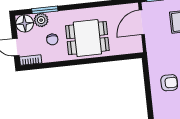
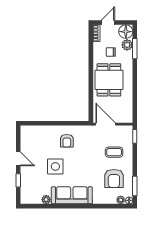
door: (142, 22) -> (106, 124), moved

